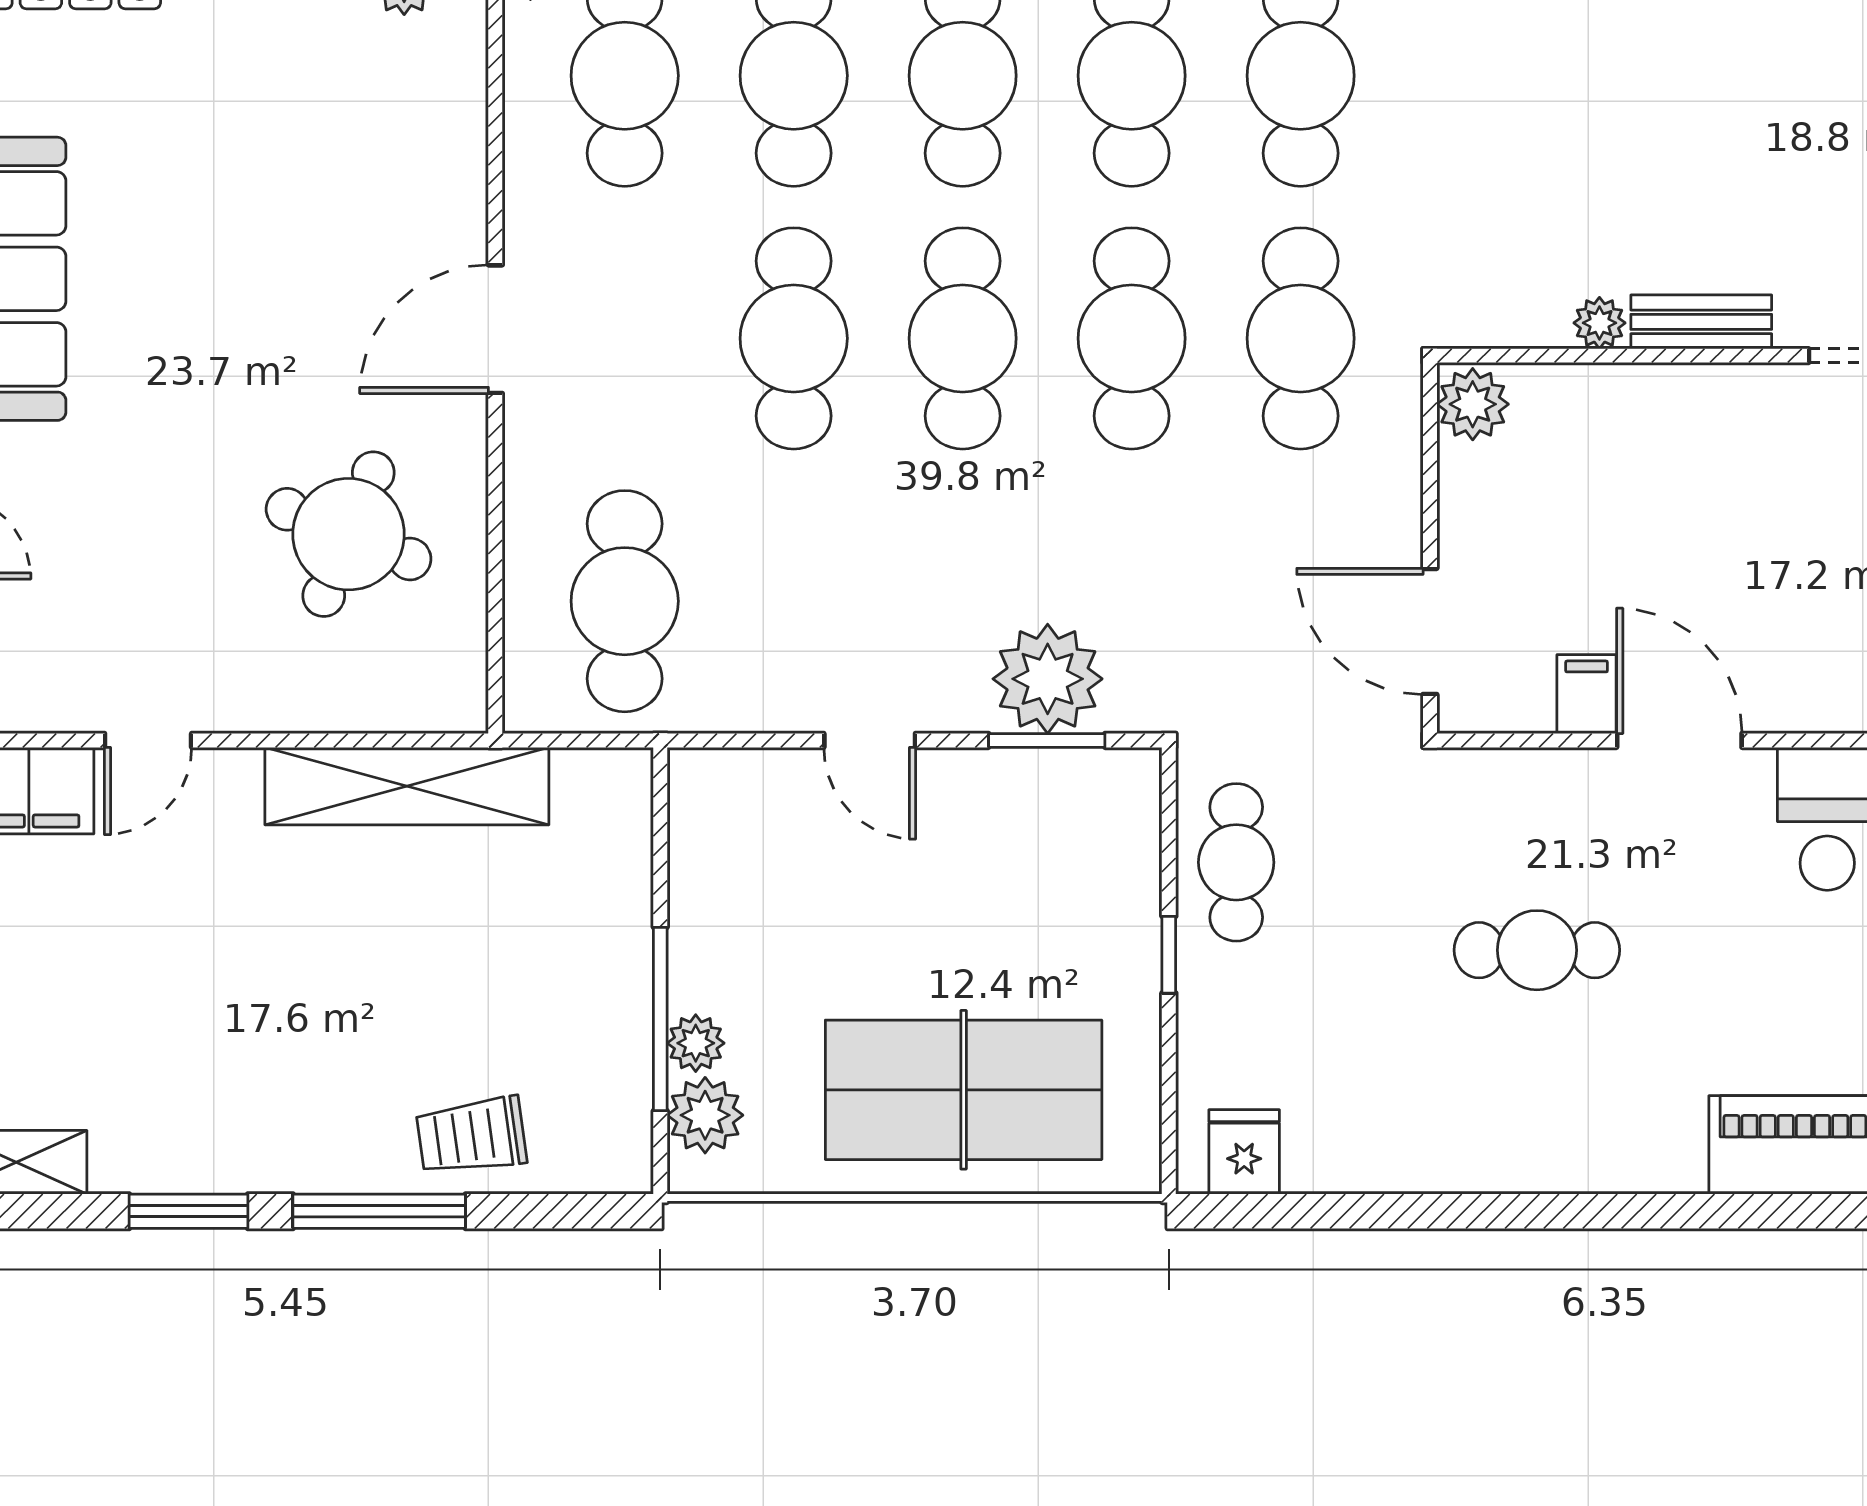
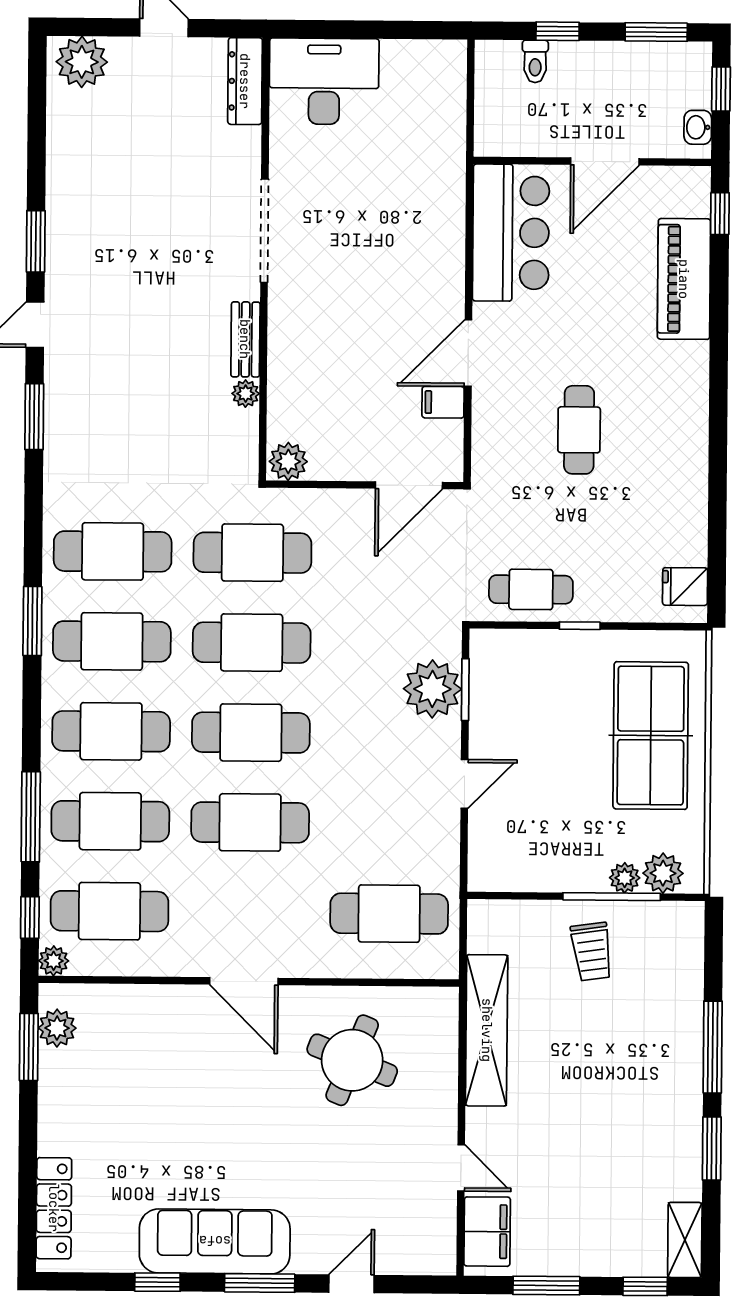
trolley: (471, 1136) -> (592, 952), moved

